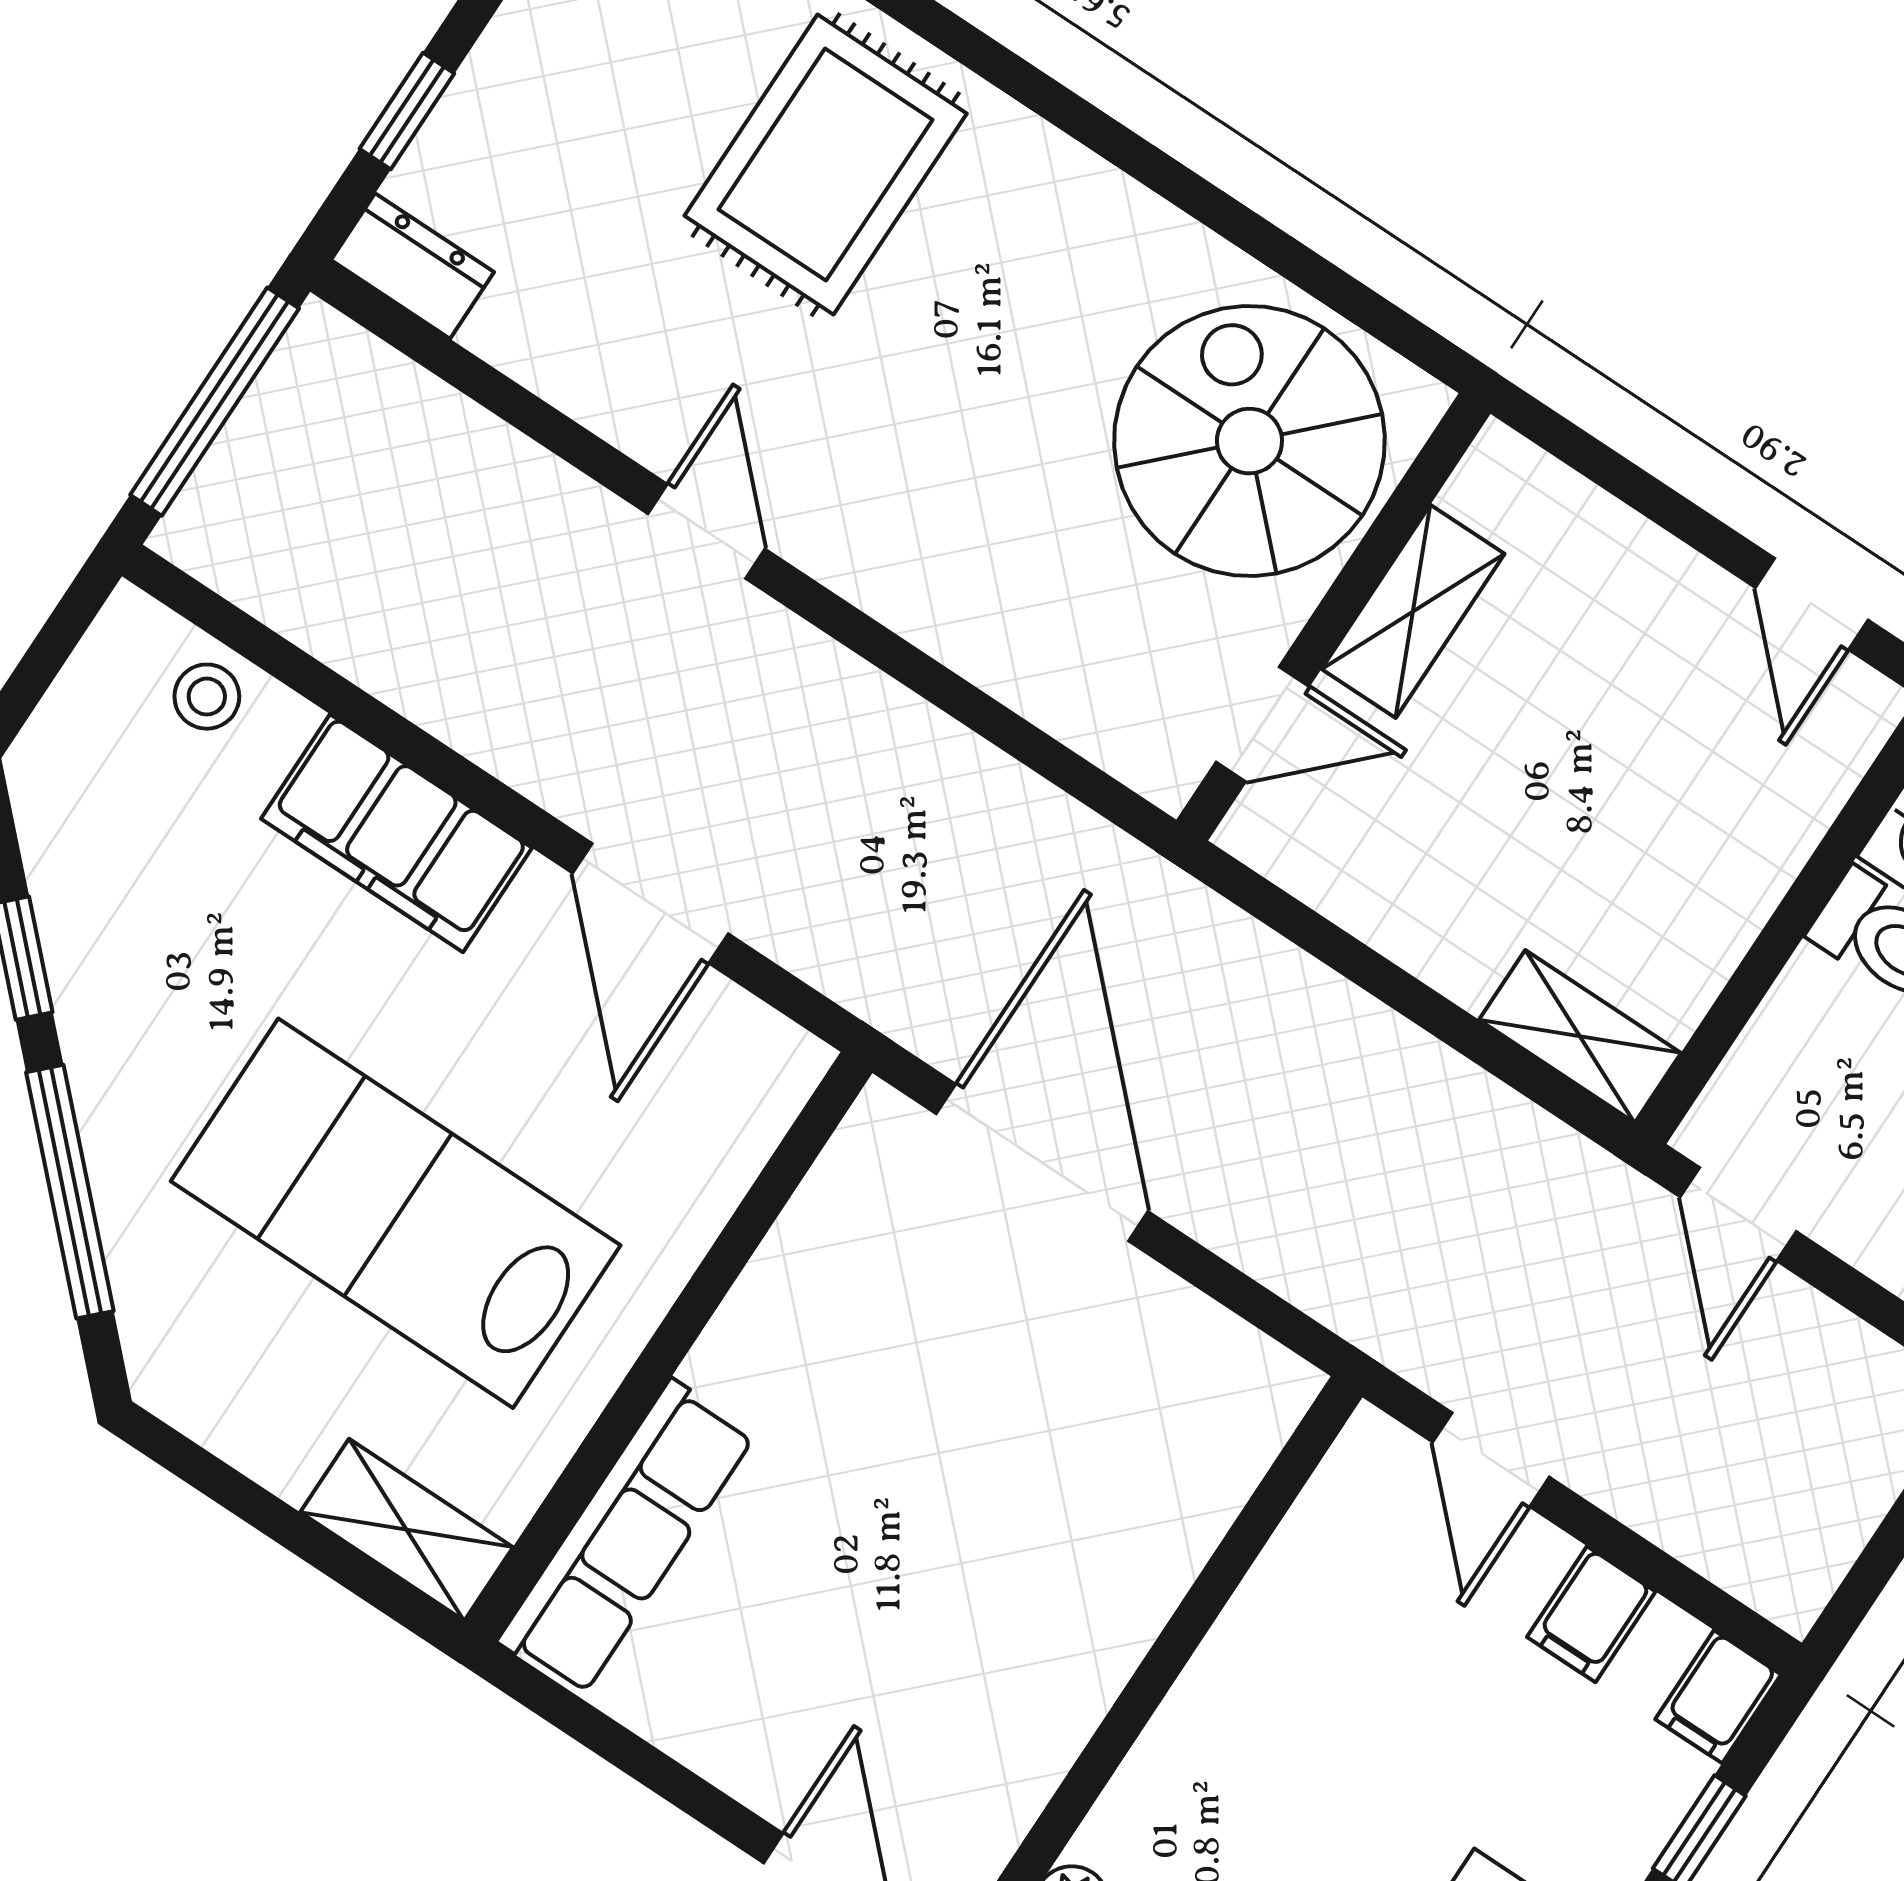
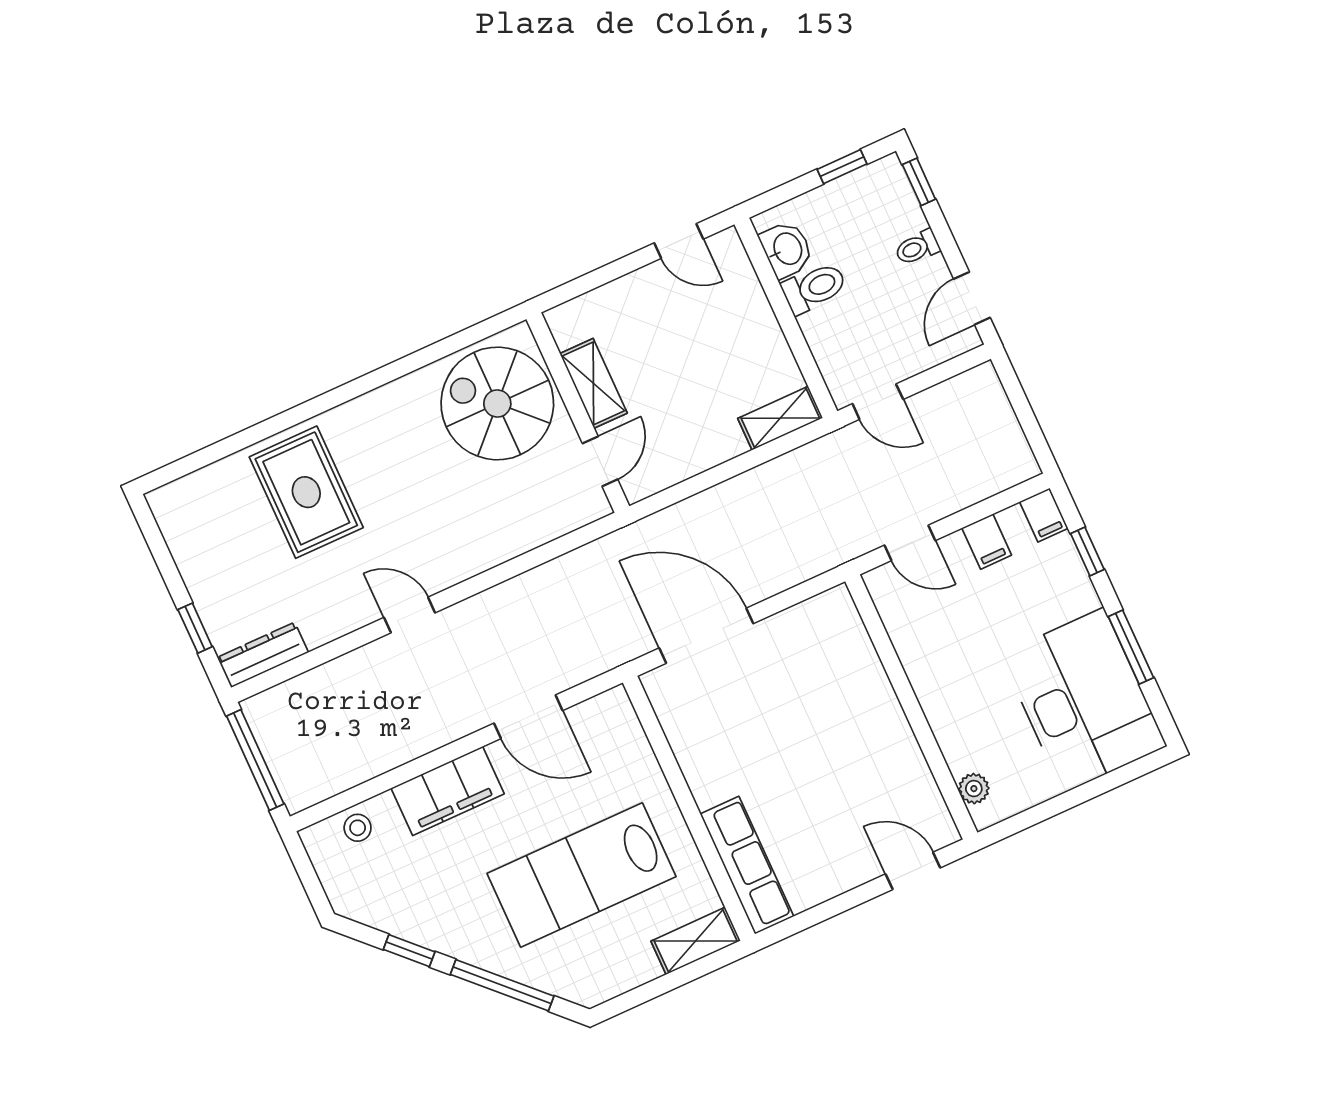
dresser: (413, 266) -> (263, 655), width x1.44

